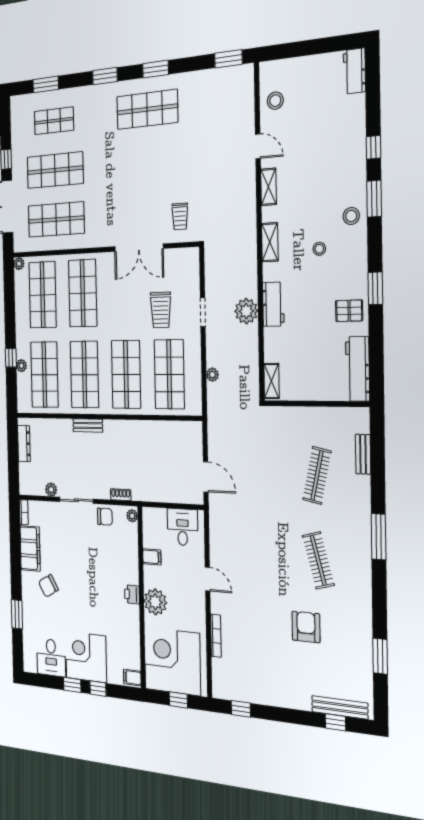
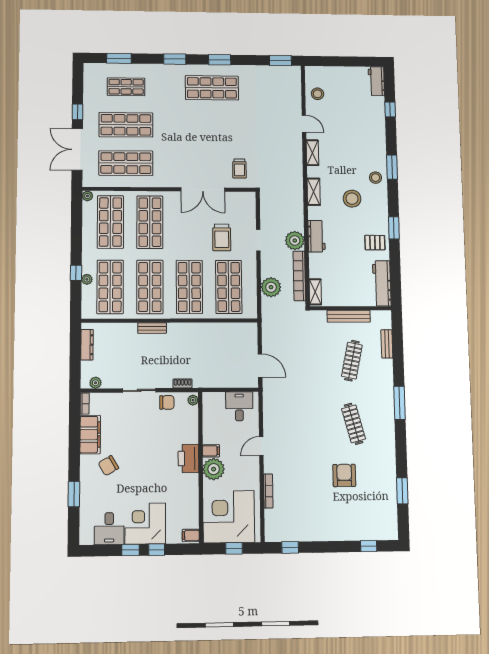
window: (373, 147) -> (390, 109), moved
stool: (319, 249) -> (352, 199), width x1.89, depth x1.89
bookcase: (252, 359) -> (299, 276), added
plant: (212, 375) -> (271, 287), width x1.88, depth x1.88
plant: (51, 490) -> (95, 383), moved
filing cabinet: (152, 557) -> (211, 451), moved
door: (208, 579) -> (261, 446), swing flipped
printer: (132, 594) -> (188, 458), width x1.87, depth x1.48
bench: (340, 707) -> (349, 316), moved

